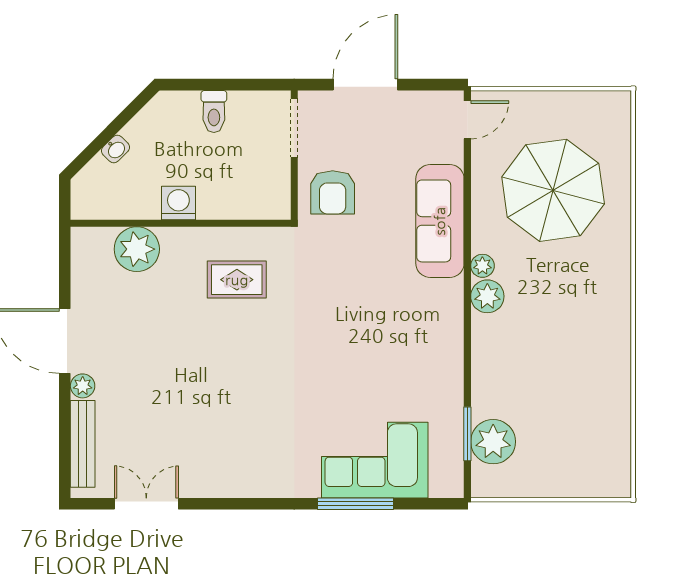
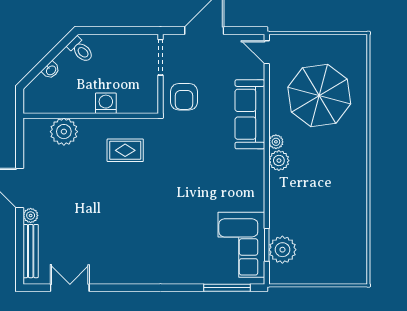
toilet: (214, 111) -> (80, 50), moved, turned -45
door: (467, 120) -> (267, 52), swing flipped
washing machine: (178, 203) -> (106, 103), moved
corner sofa: (375, 460) -> (241, 245), moved, turned -90
window: (356, 504) -> (227, 288), moved

